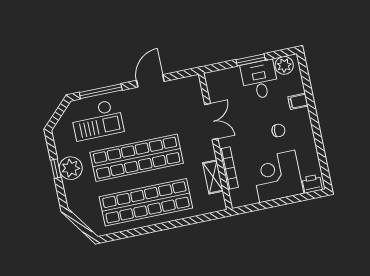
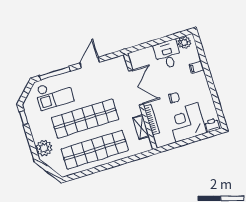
window: (251, 60) -> (160, 41), removed
double door: (211, 122) -> (136, 88), width x1.37
chair: (278, 130) -> (174, 98), moved
plant: (71, 168) -> (44, 148), moved
window: (56, 169) -> (24, 118), moved

